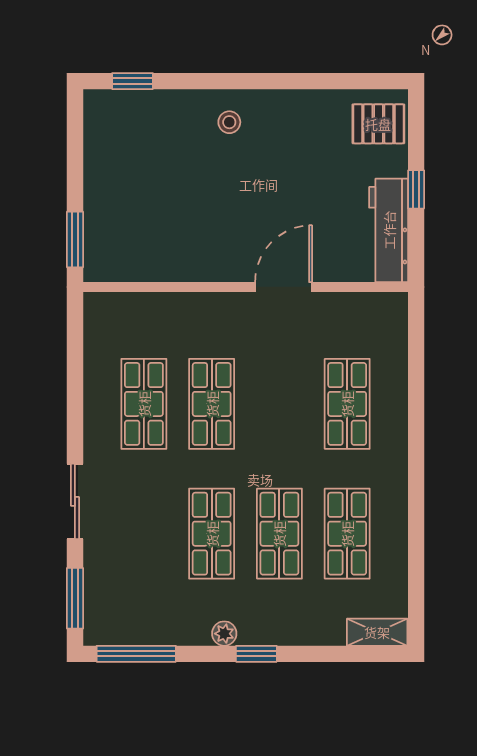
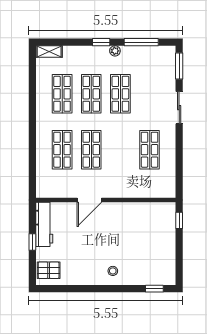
window: (75, 239) -> (179, 220), width x0.67
shop shelf: (212, 404) -> (91, 150), moved
window: (136, 654) -> (141, 42), moved

